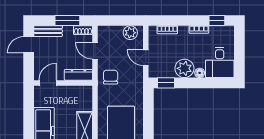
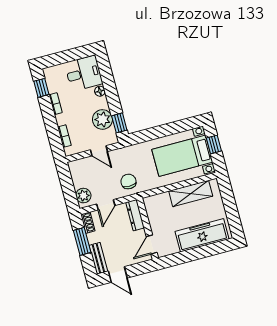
plant: (130, 33) -> (83, 196), moved
door: (146, 58) -> (99, 151), hinge flipped
plant: (184, 68) -> (102, 119), moved
chair: (111, 77) -> (128, 182), turned 90
door: (48, 83) -> (152, 244), hinge flipped

